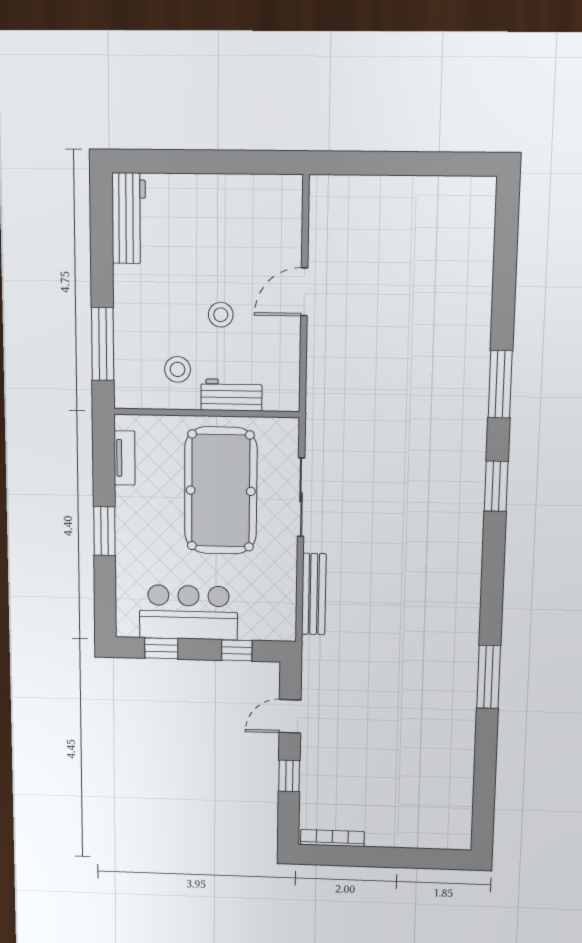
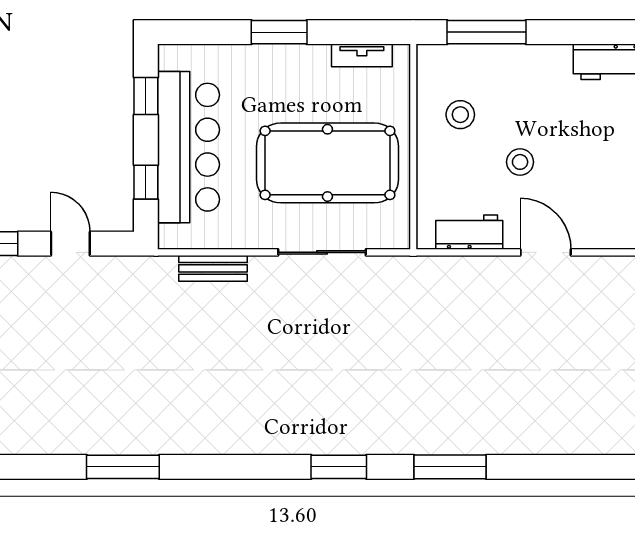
workbench: (231, 395) -> (469, 232), moved, turned -90
bench: (314, 594) -> (213, 268), width x0.73
bar counter: (188, 612) -> (188, 147), width x1.36

